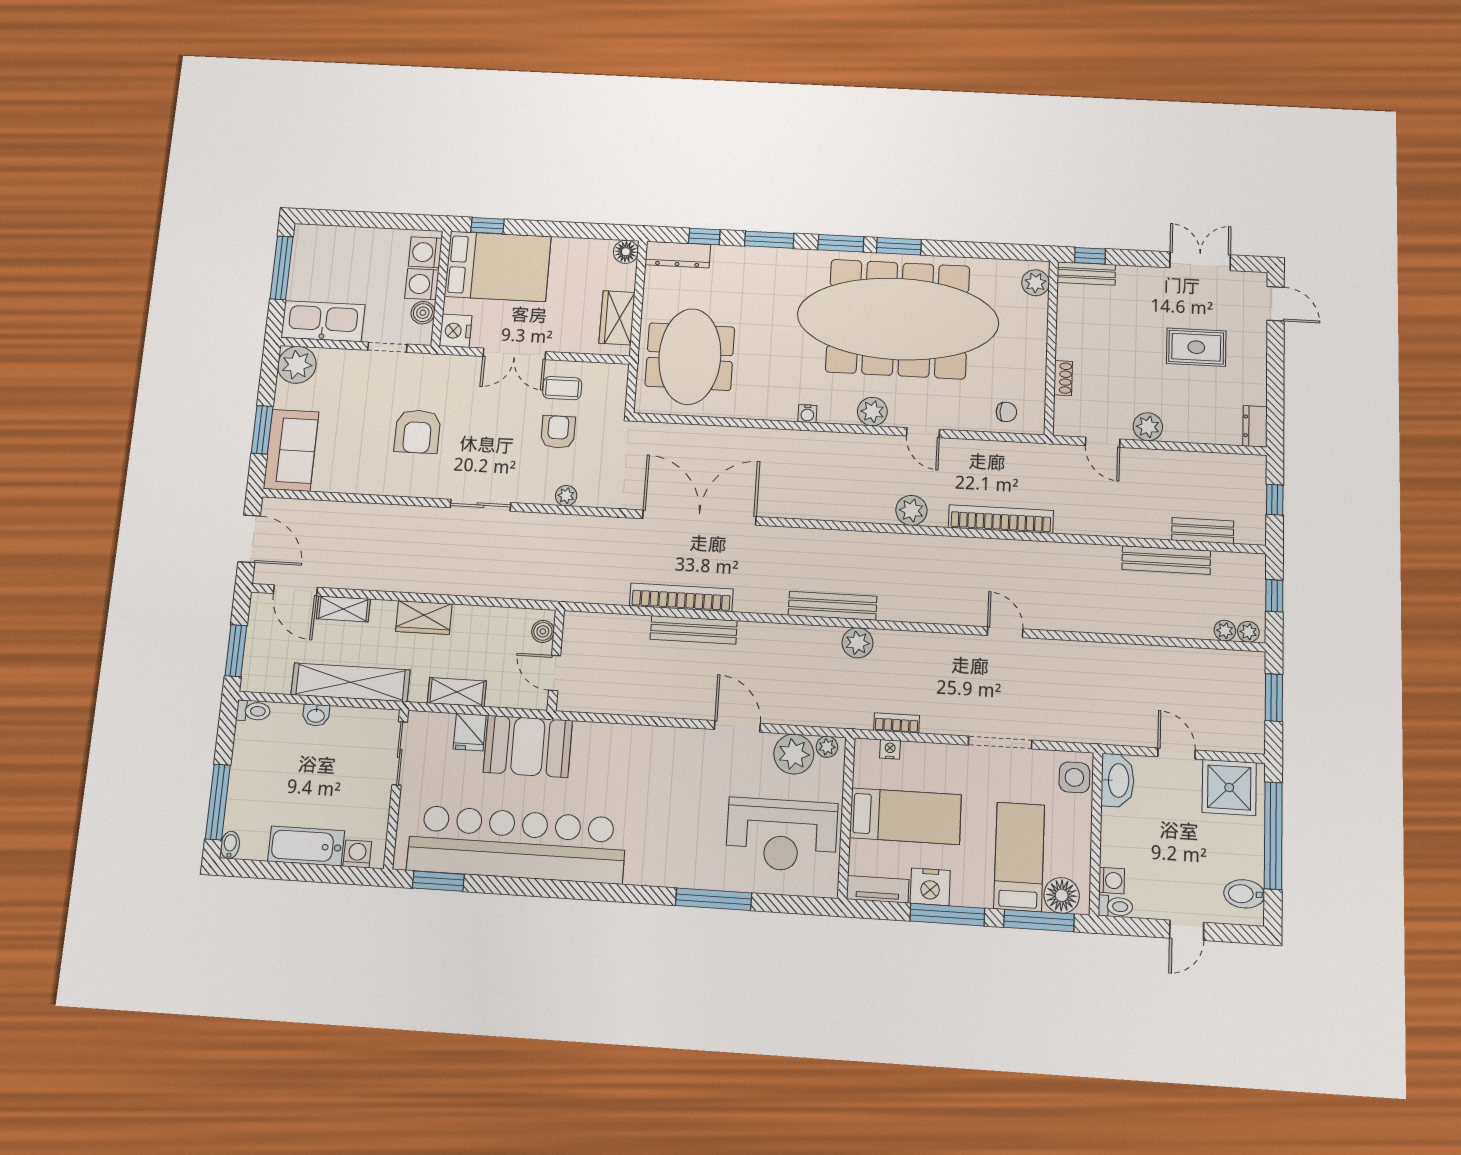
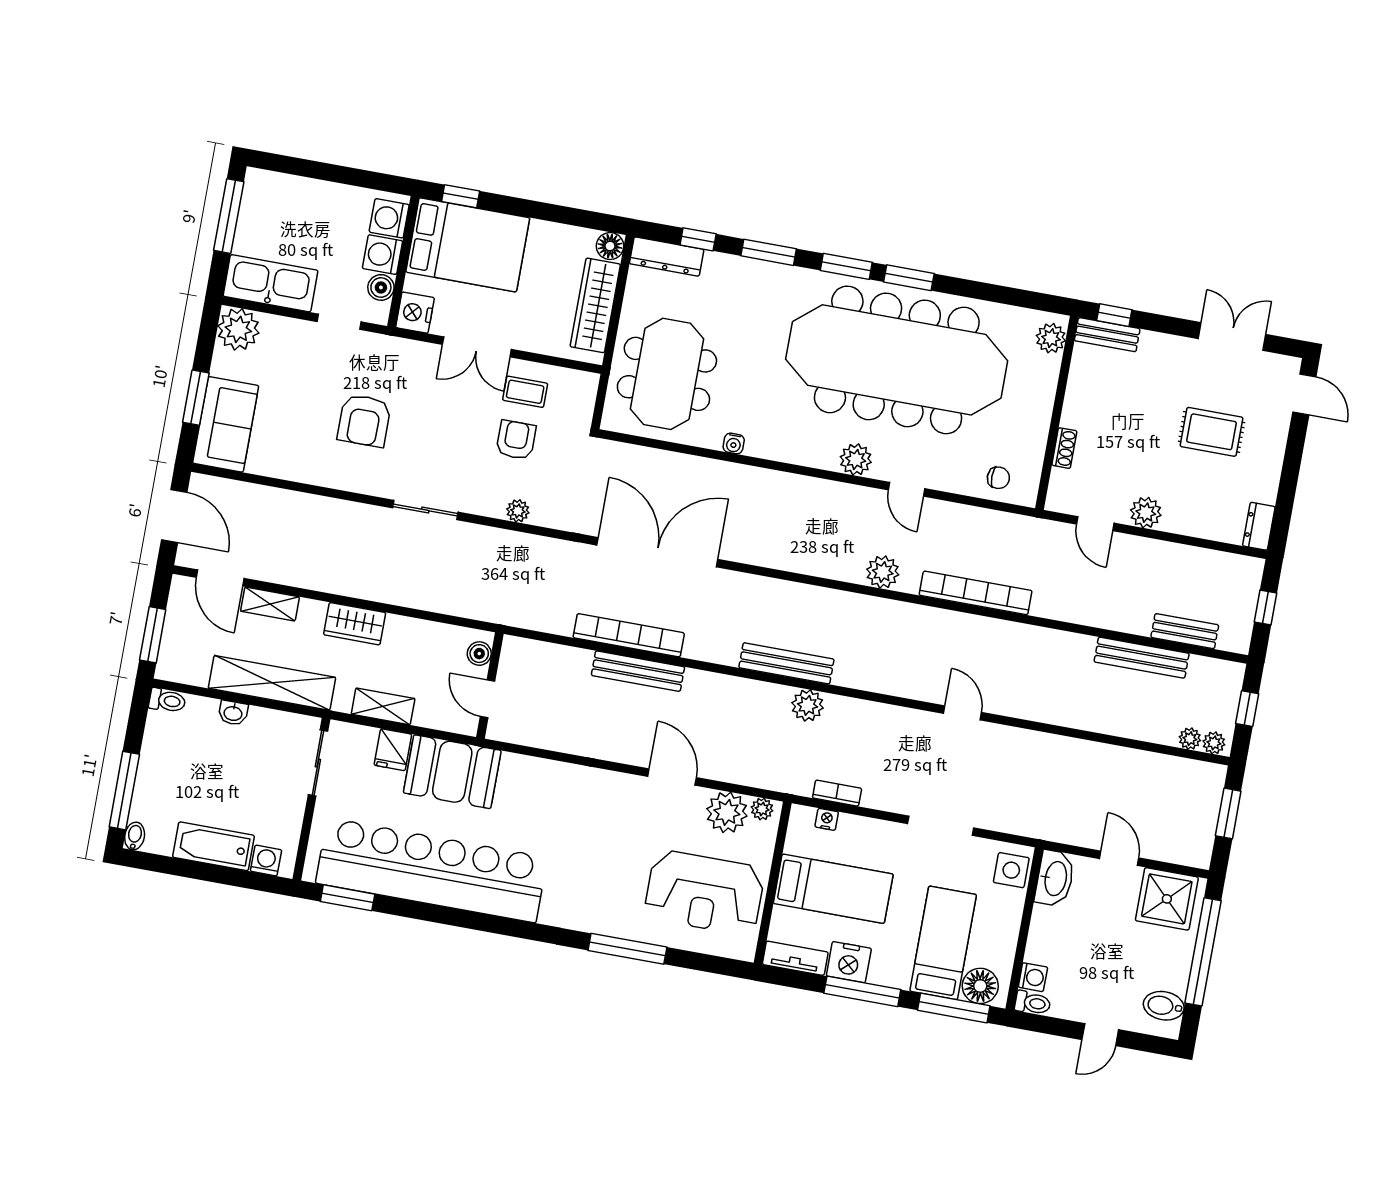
wardrobe: (617, 318) -> (595, 305), width x1.50
water cooler: (807, 414) -> (734, 444), moved

